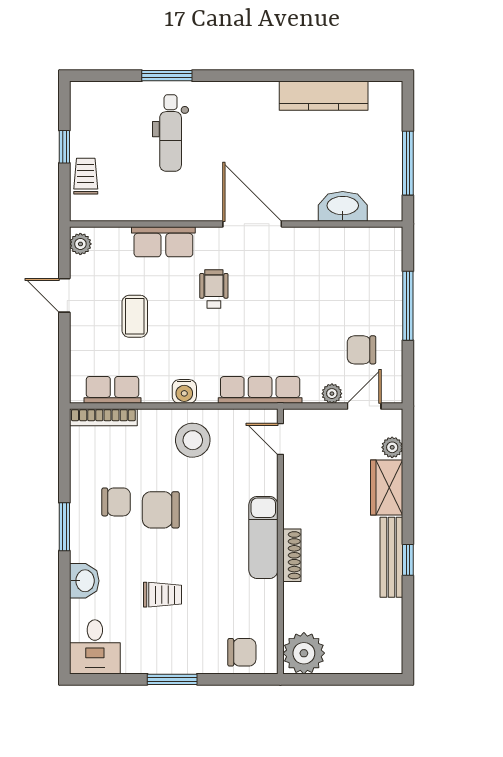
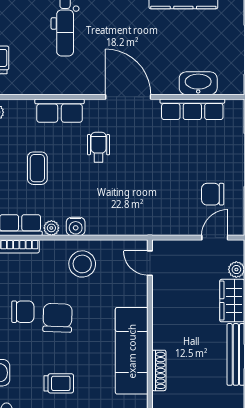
row of seats: (260, 390) -> (192, 109), moved, turned 180
plant: (332, 394) -> (51, 228), moved
chair: (161, 510) -> (58, 318), turned 92
exam couch: (263, 537) -> (132, 351), width x1.36, depth x1.45
shoe rack: (292, 555) -> (159, 370), moved

